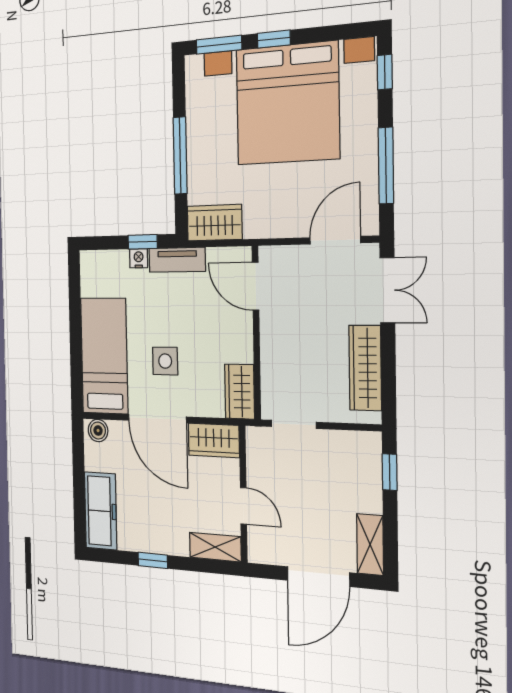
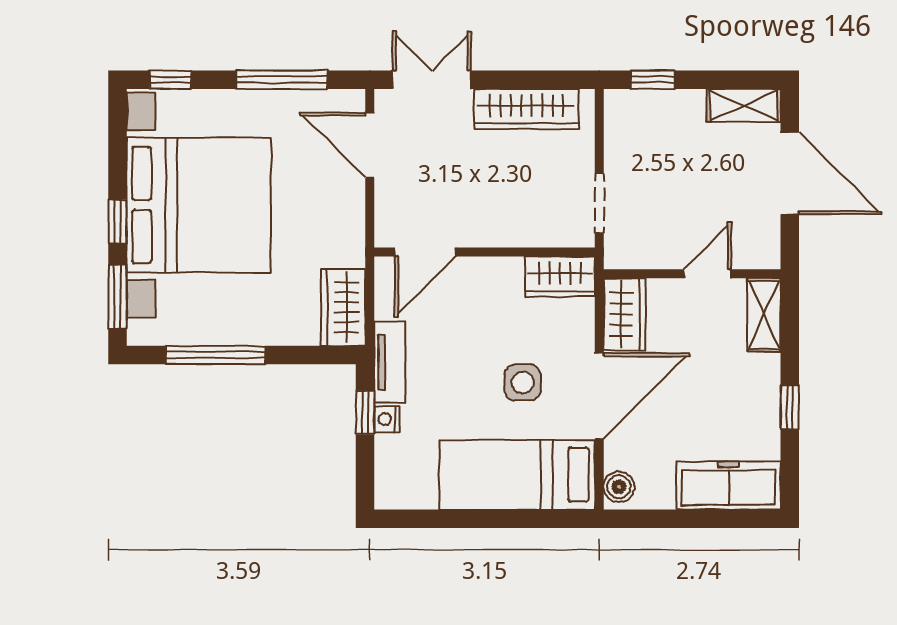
window: (180, 156) -> (215, 355), moved

